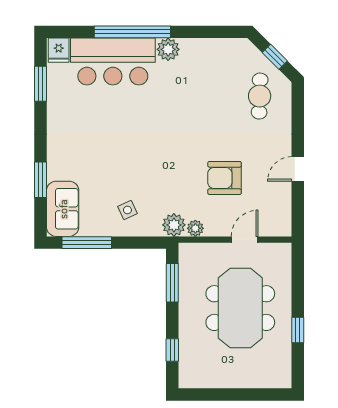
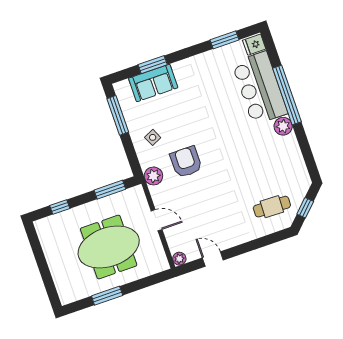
door: (298, 169) -> (213, 259), moved
armchair: (225, 178) -> (186, 162), moved
sofa: (63, 209) -> (153, 83), moved
plant: (195, 228) -> (179, 259), moved
door: (245, 240) -> (157, 220), moved
window: (298, 330) -> (107, 296), width x1.50

